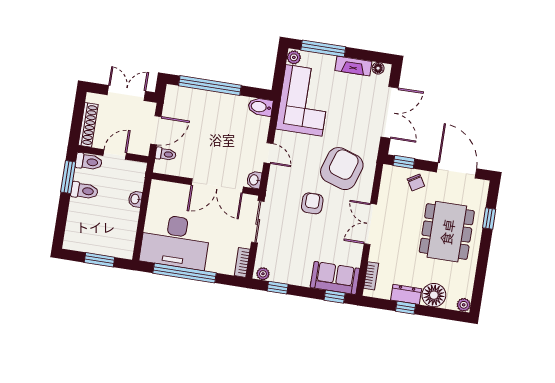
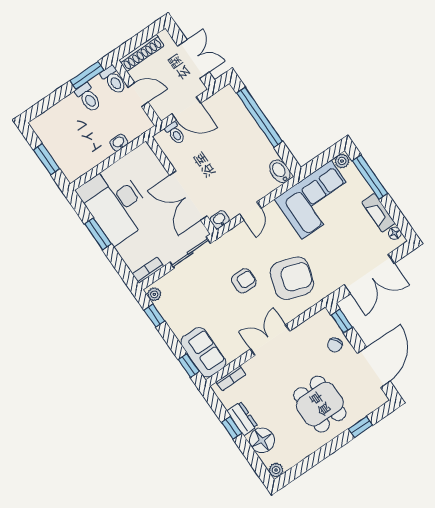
dining table: (447, 232) -> (320, 404), width x0.73
window: (185, 273) -> (98, 234), width x0.47

